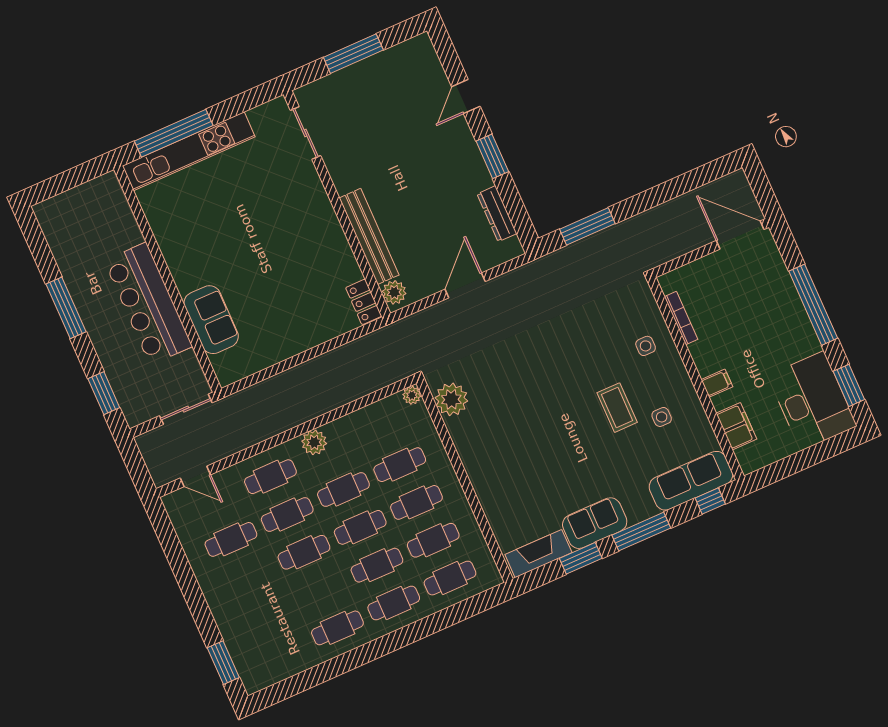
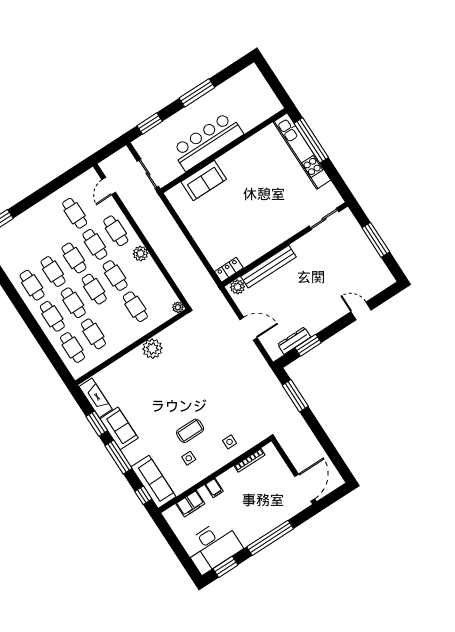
window: (492, 156) -> (308, 345), moved
plant: (451, 399) -> (152, 349), moved
cafe table: (416, 502) -> (53, 272), moved

